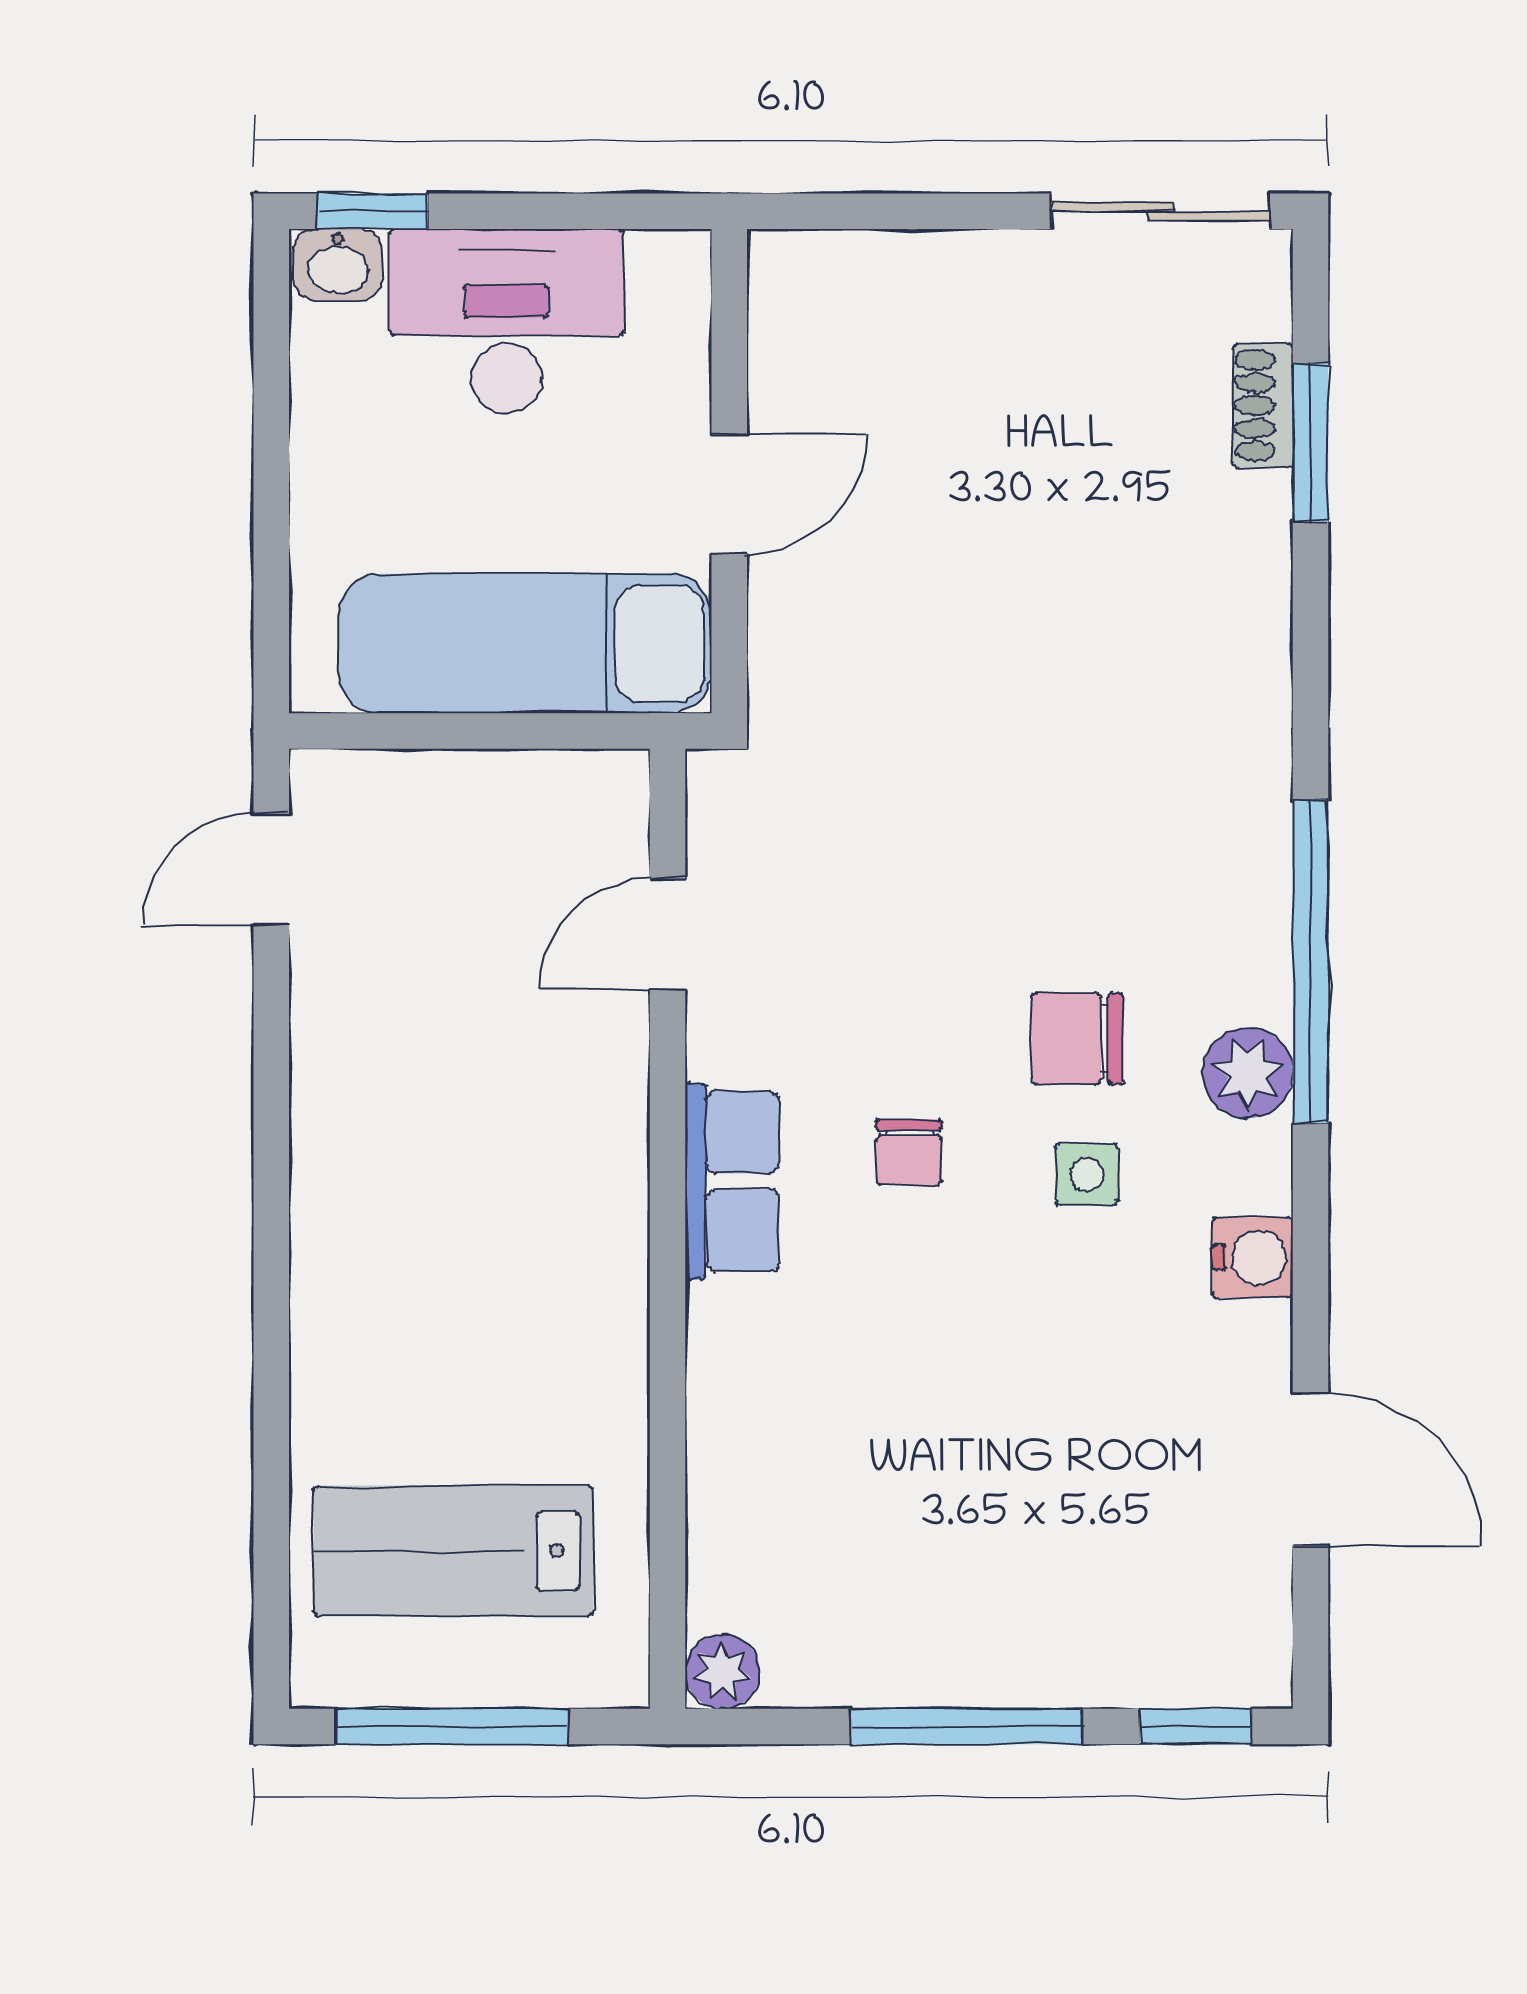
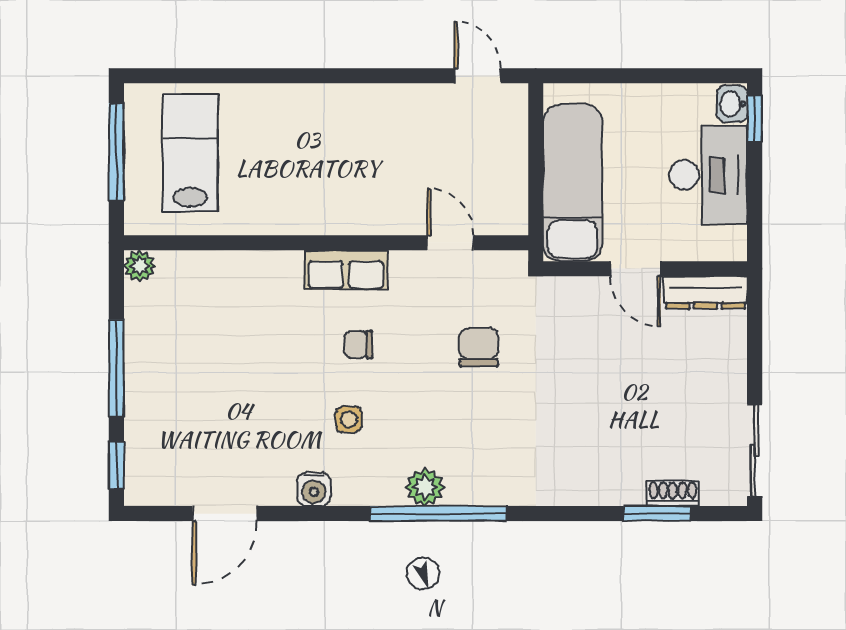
dresser: (786, 328) -> (706, 292), added
chair: (1077, 1038) -> (479, 347), moved
plant: (1248, 1073) -> (425, 487), moved

